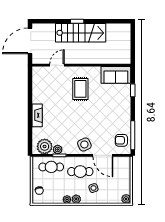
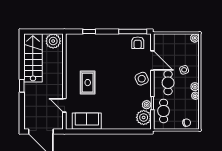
stairs: (81, 33) -> (33, 58), moved
plant: (123, 54) -> (53, 41), added
sofa: (116, 75) -> (87, 121), moved, turned -90
rug: (80, 89) -> (88, 83), turned 90
fireplace: (37, 115) -> (113, 125), removed
door: (103, 155) -> (152, 61), hinge flipped

